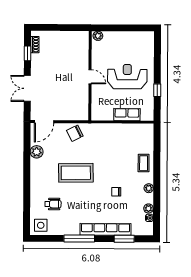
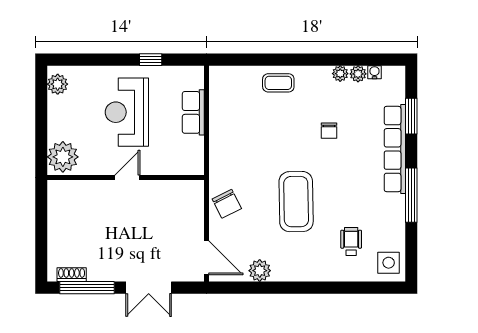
plant: (98, 36) -> (63, 157), width x1.87, depth x1.87
plant: (143, 37) -> (58, 84), added
window: (27, 53) -> (87, 288), width x2.17
plant: (149, 188) -> (340, 74), moved

